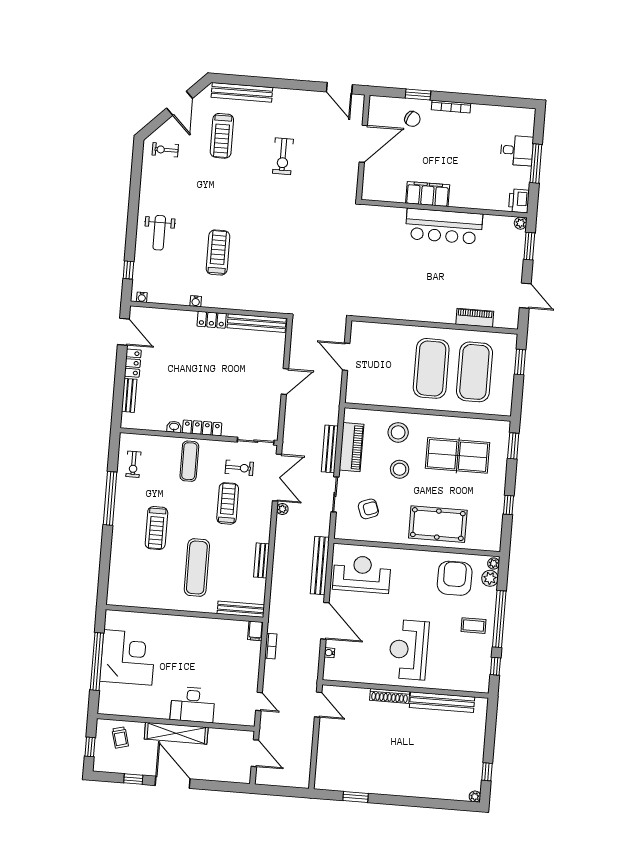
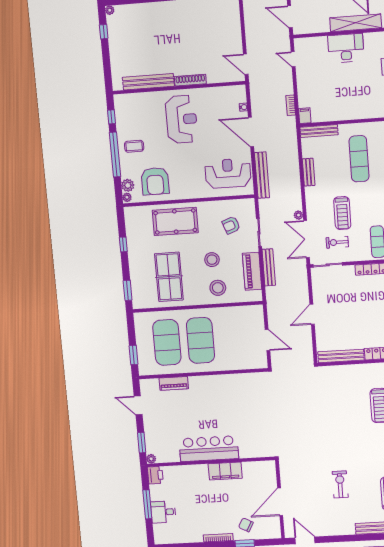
table tennis table: (458, 455) -> (169, 277), turned 90
reception desk: (362, 574) -> (228, 173), turned 180

